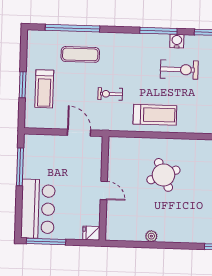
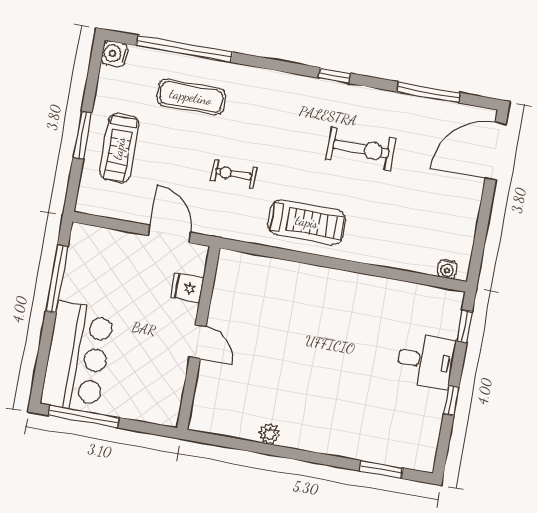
window: (158, 31) -> (335, 76), width x0.46
water cooler: (177, 41) -> (114, 54), moved, turned -90
round table: (163, 175) -> (306, 330), removed
fridge: (91, 233) -> (187, 288), moved

